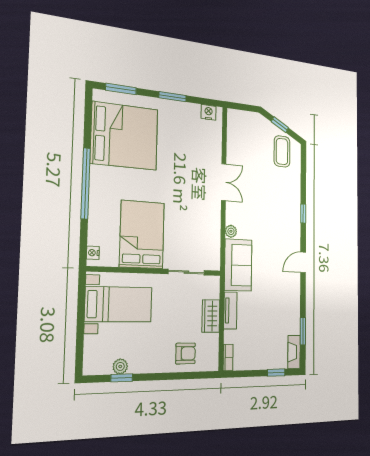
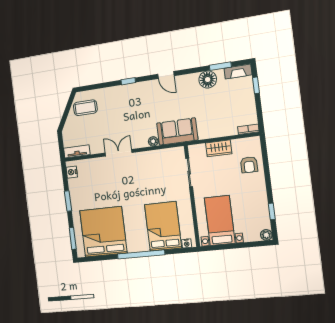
window: (280, 125) -> (66, 113), removed
bed: (142, 235) -> (163, 226), moved, turned 90
tv unit: (230, 311) -> (77, 151), moved
floor lamp: (291, 313) -> (208, 79), added
armchair: (186, 353) -> (249, 165), turned 180
plant: (120, 366) -> (266, 235), moved

